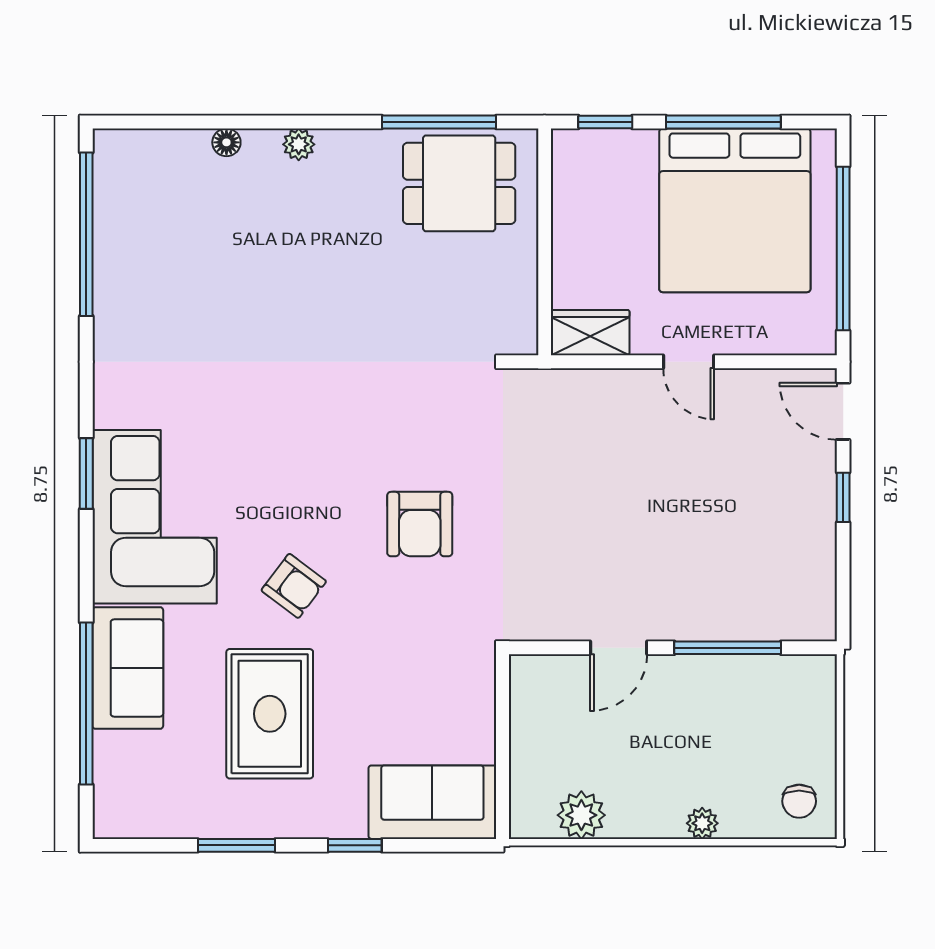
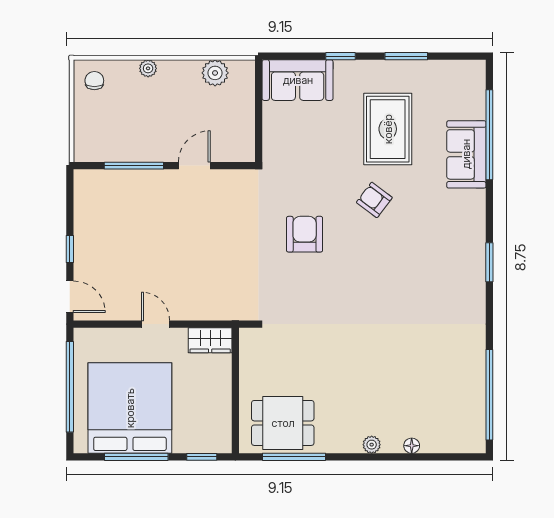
corner sofa: (155, 517) -> (452, 238), removed

